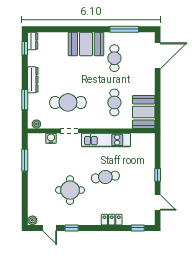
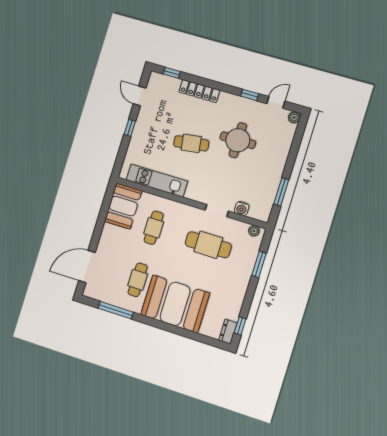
booth: (86, 44) -> (175, 304), width x1.36, depth x1.42
dresser: (33, 80) -> (242, 285), removed
kitchen unit: (106, 140) -> (157, 181), moved
locker: (112, 220) -> (199, 91), width x1.53
door: (50, 228) -> (276, 102), hinge flipped

